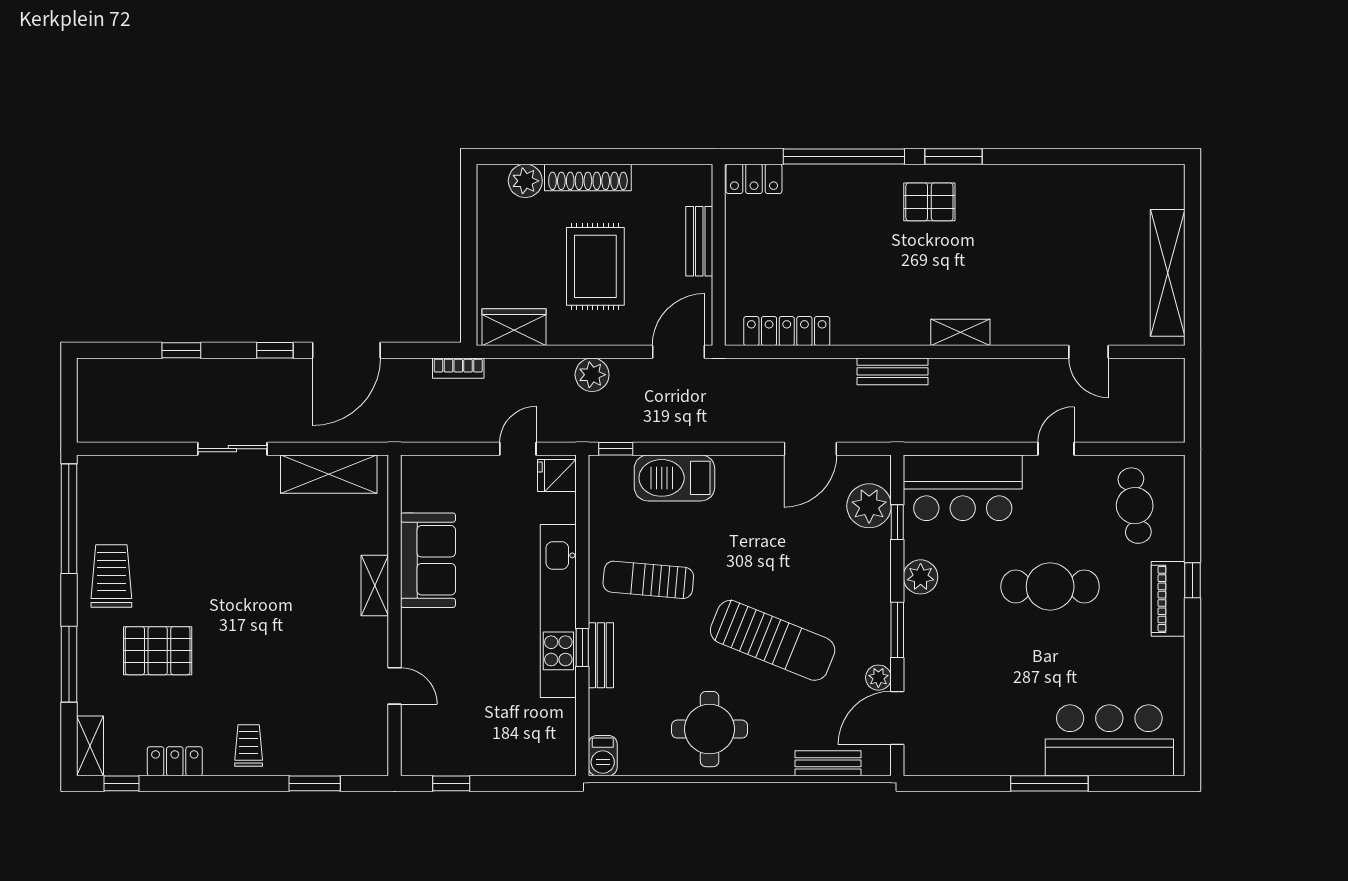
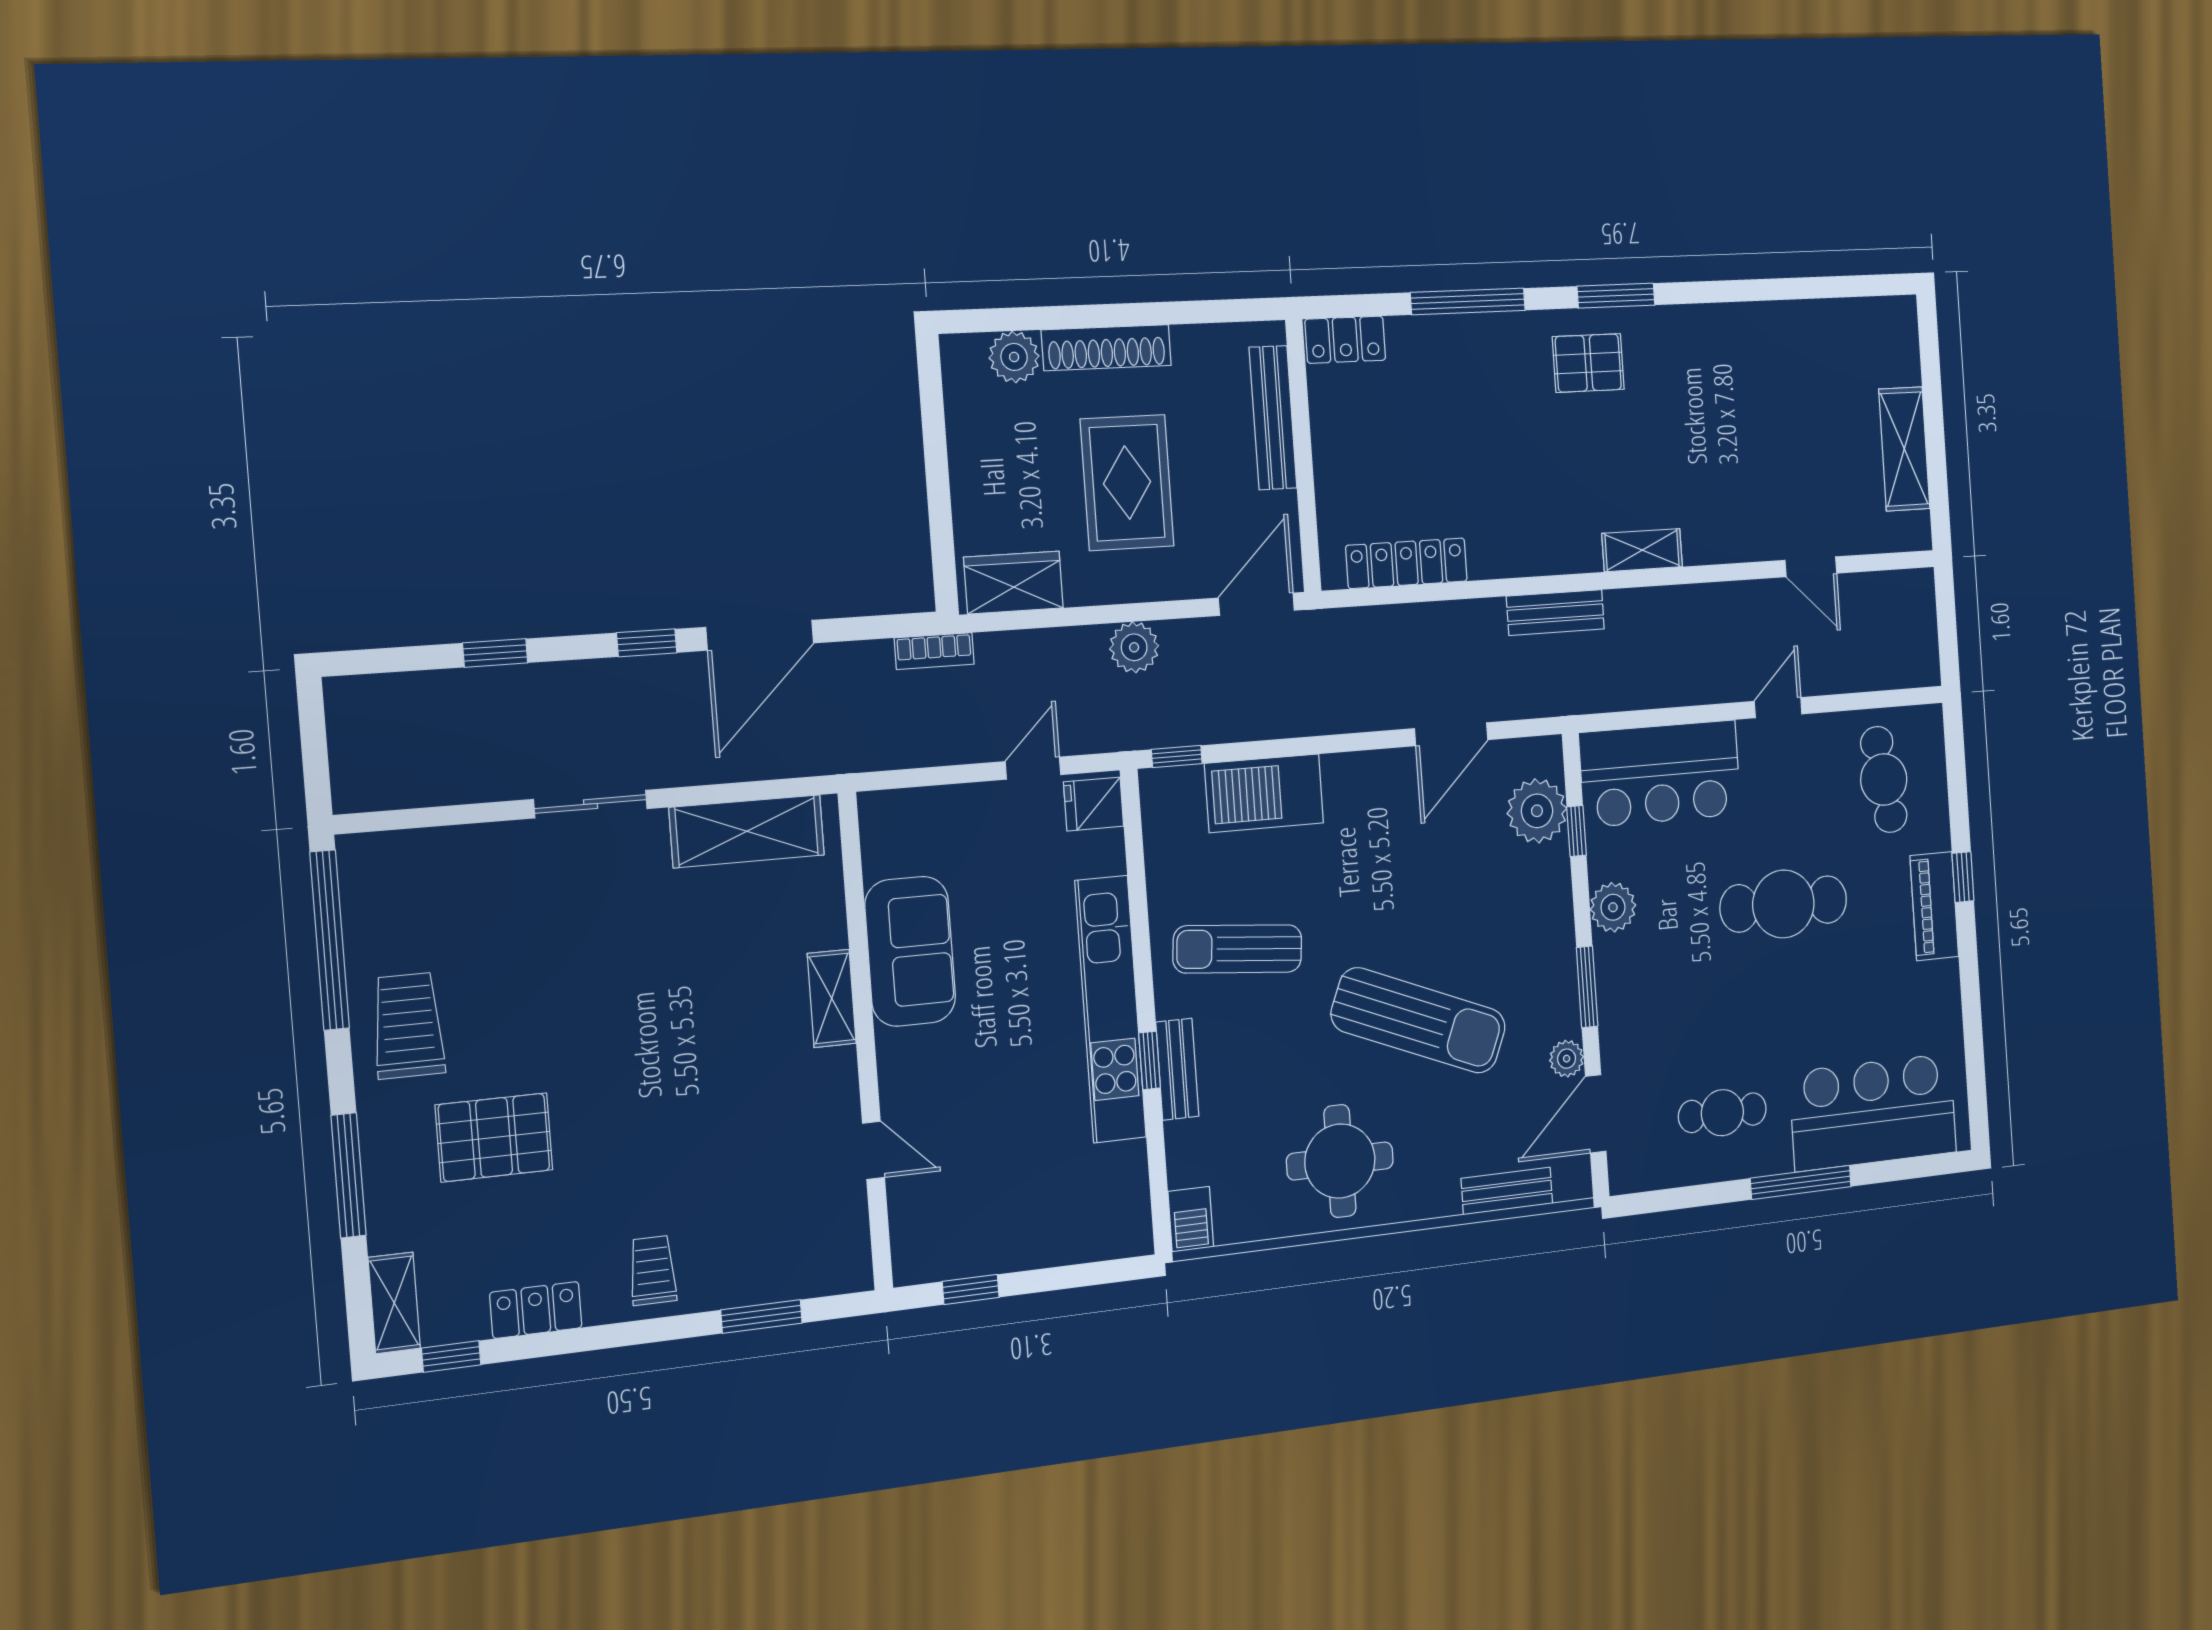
window: (844, 156) -> (1468, 301), width x0.68
bench: (699, 241) -> (1273, 418), width x1.36
shelving: (1168, 273) -> (1904, 449), width x0.68
cafe table: (993, 728) -> (1722, 1113), added

